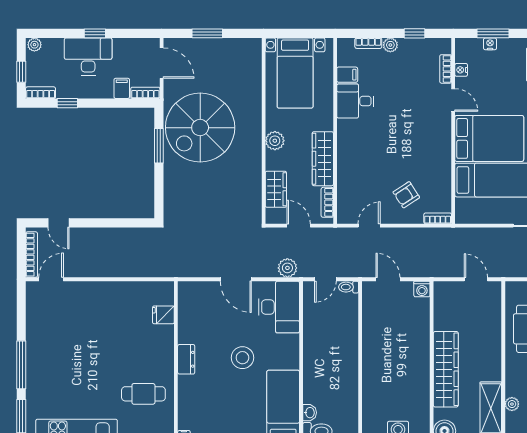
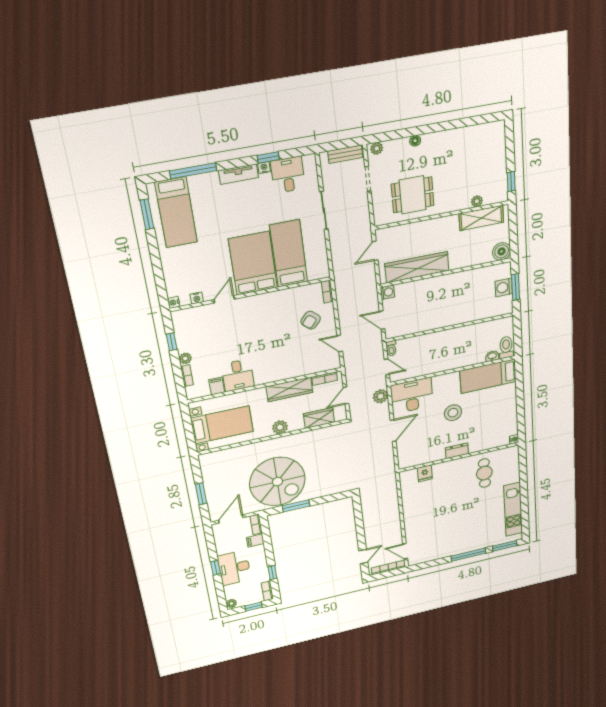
window: (493, 33) -> (159, 278), removed
nightstand: (490, 44) -> (174, 302), moved
bookcase: (446, 69) -> (198, 311), removed
armchair: (406, 195) -> (311, 320), turned 75
door: (388, 279) -> (382, 320), hinge flipped
wardrobe: (446, 369) -> (417, 267), moved

